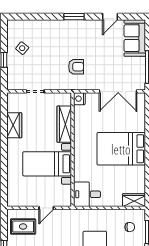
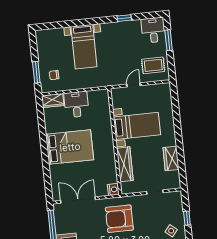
armchair: (76, 67) -> (119, 219), width x1.88, depth x1.88
desk: (87, 194) -> (76, 104), moved, turned -90

